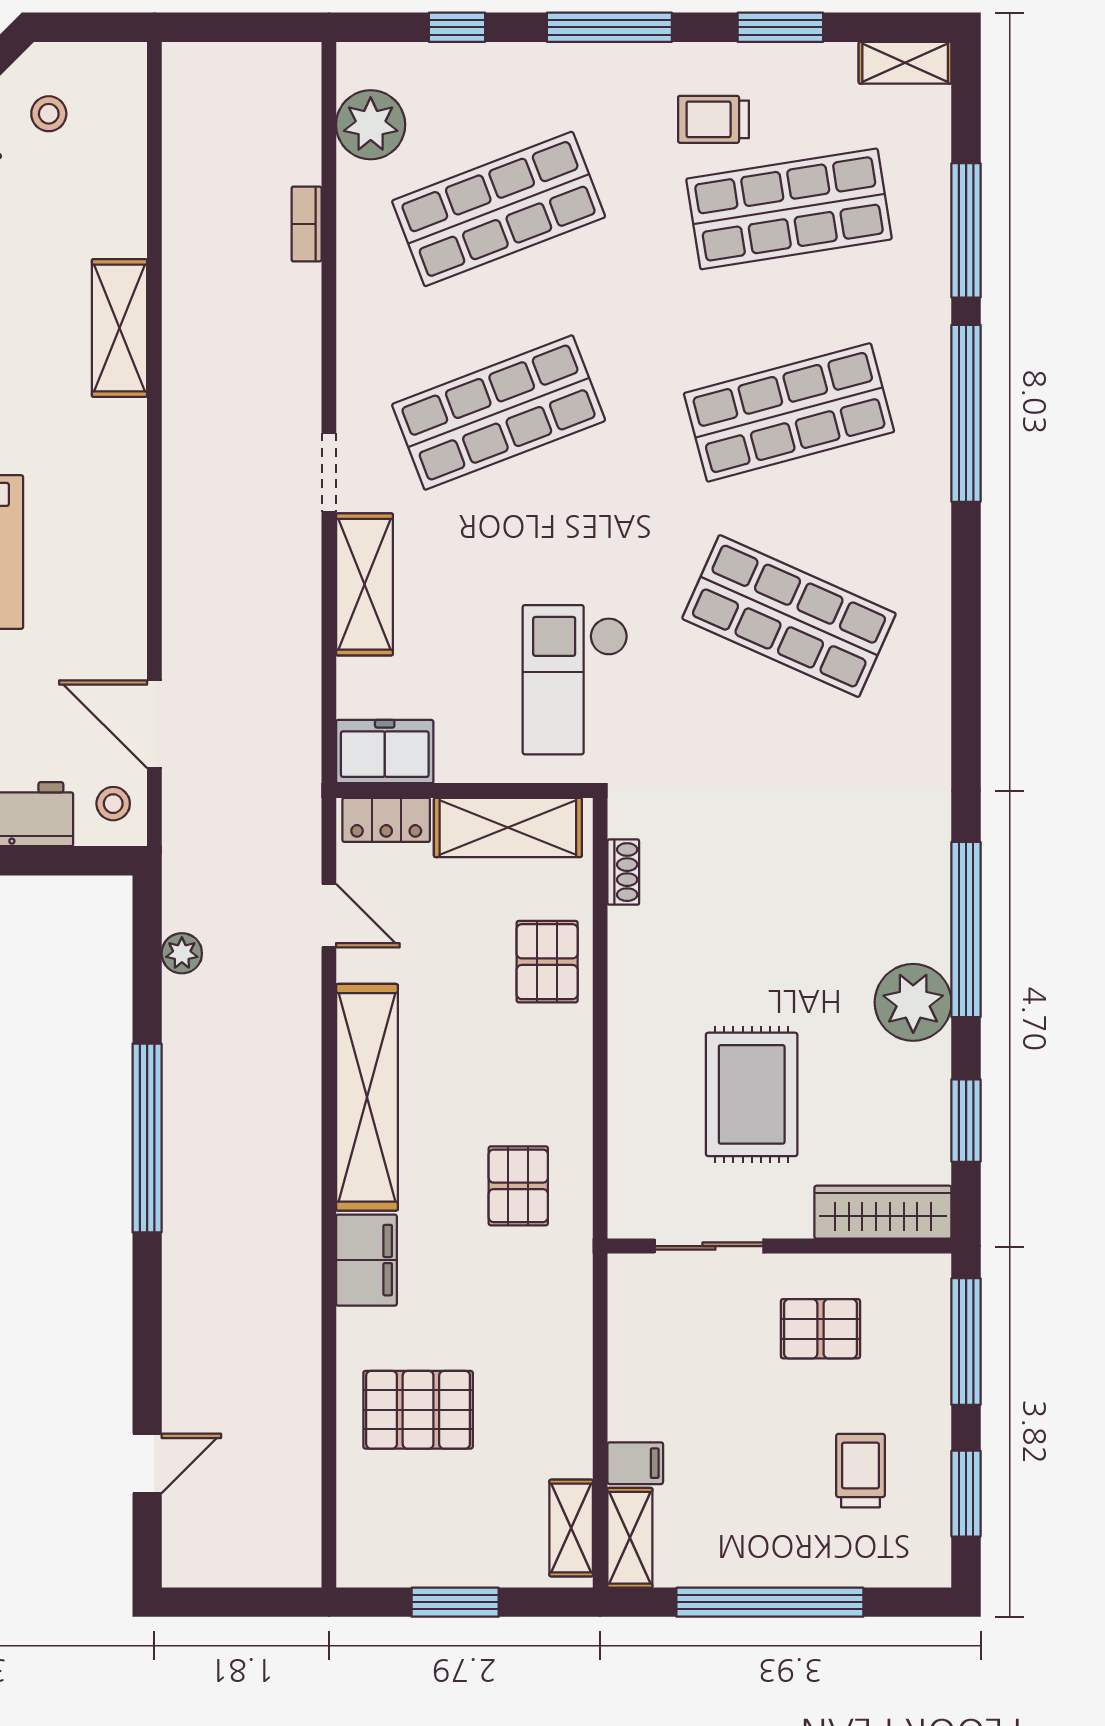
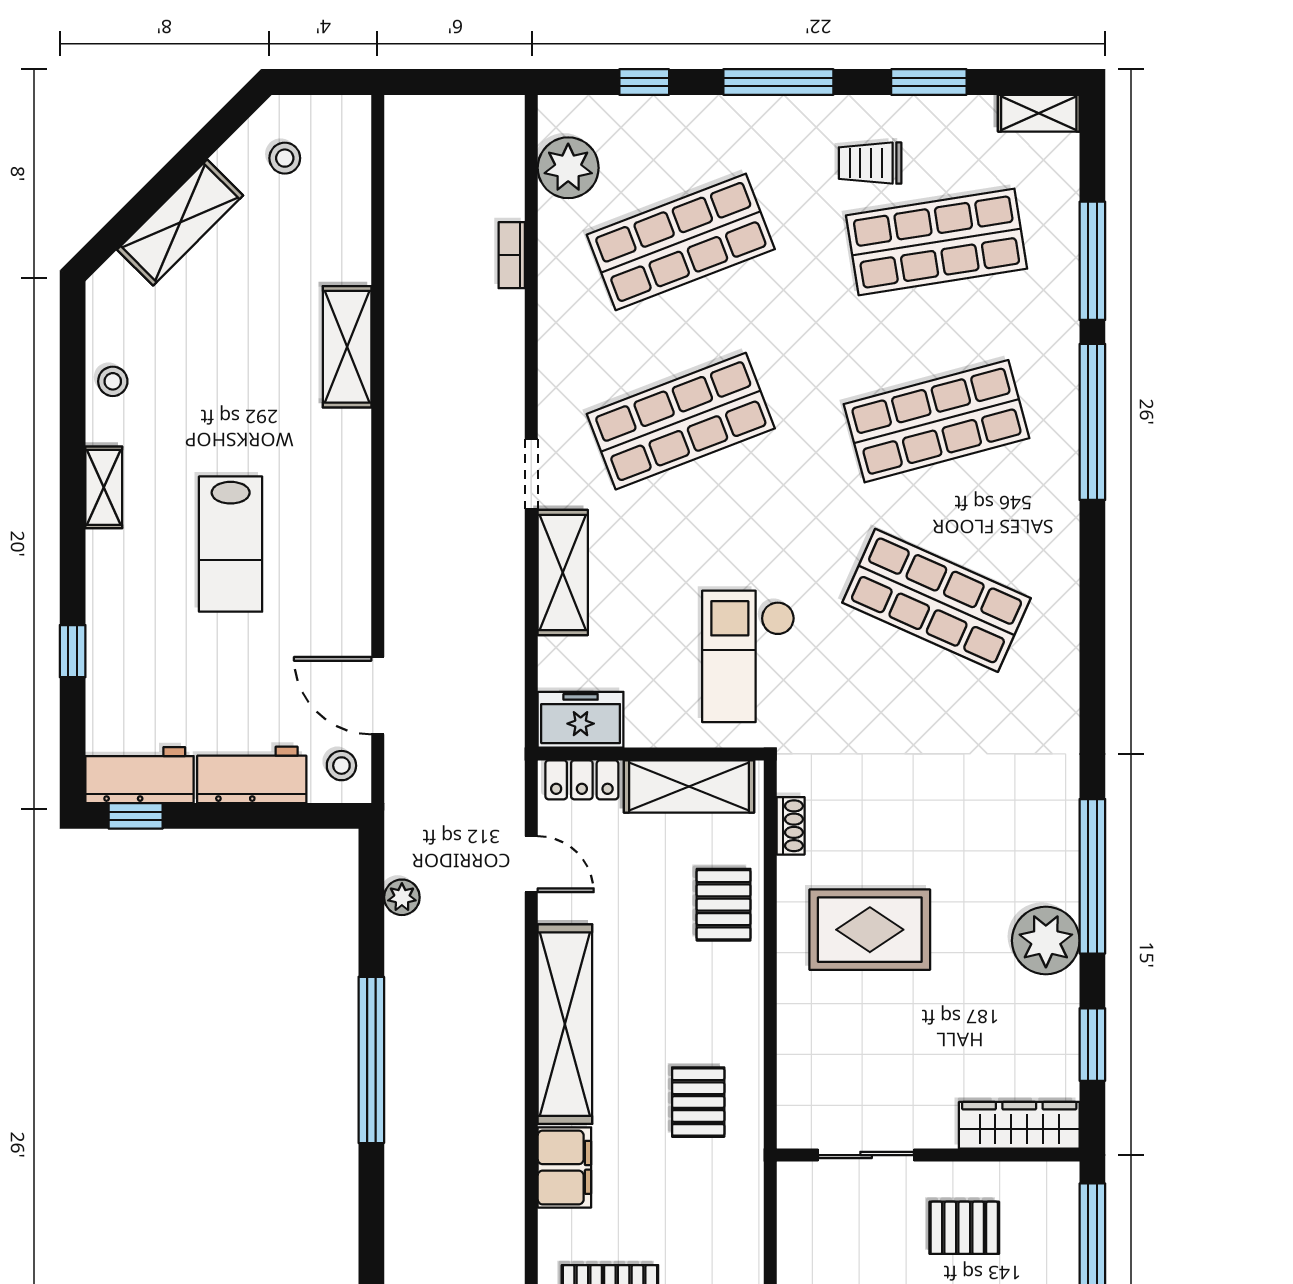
rug: (752, 1094) -> (870, 930), moved, turned 90

